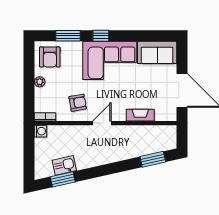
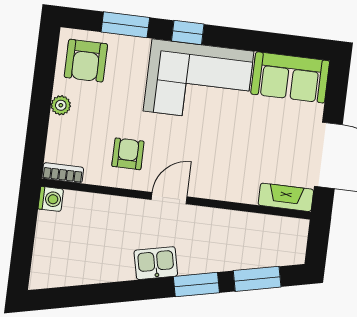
armchair: (78, 103) -> (128, 154), turned -80
fireplace: (140, 115) -> (286, 197), moved
kitchen sink: (64, 165) -> (156, 263), moved
window: (63, 179) -> (196, 285), moved

